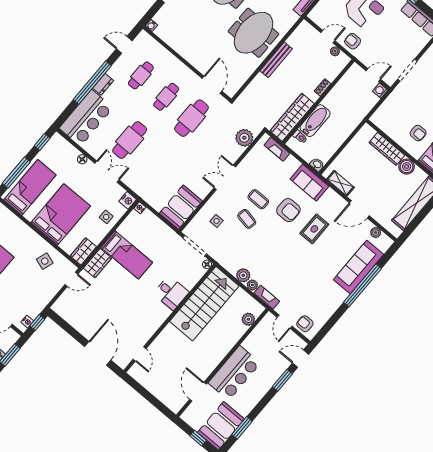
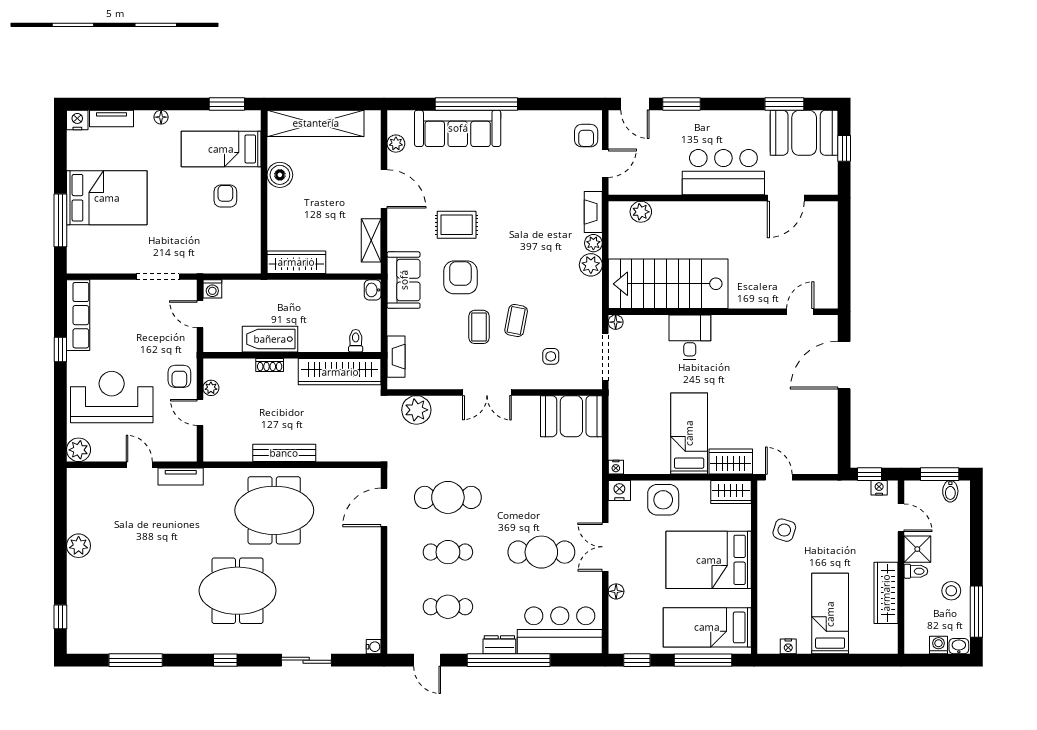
bathtub: (315, 121) -> (270, 339), moved
wardrobe: (387, 149) -> (296, 262), moved, turned -90
side table: (106, 217) -> (663, 500), width x1.87, depth x1.87

